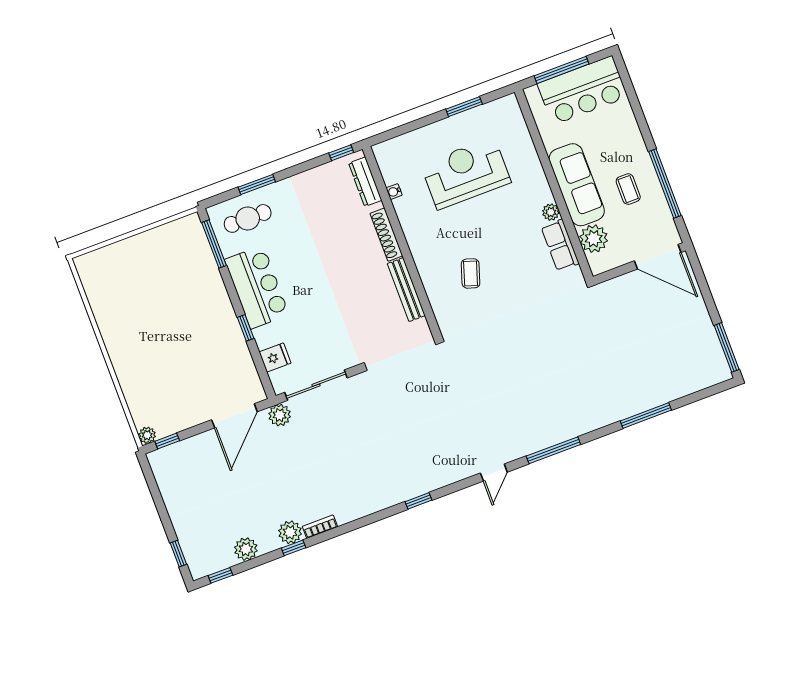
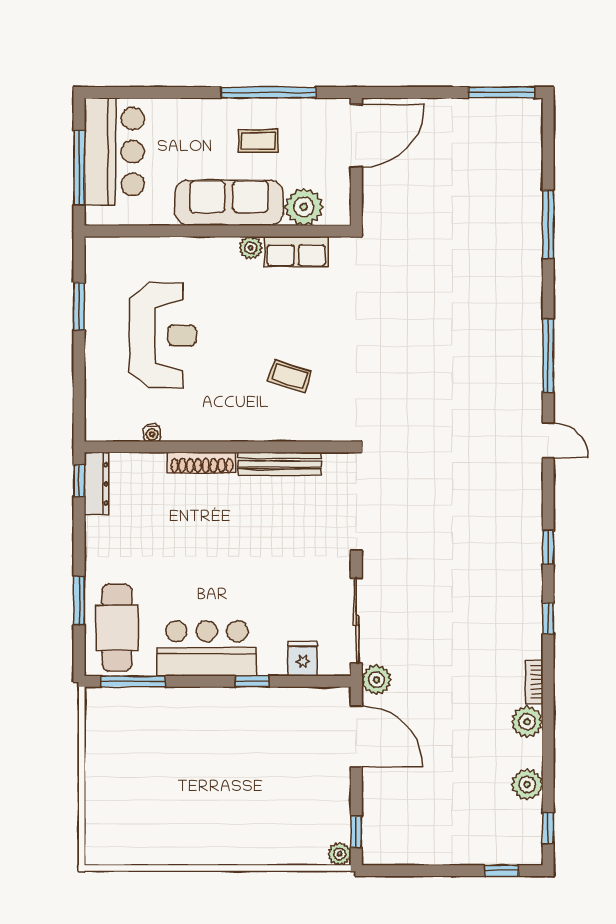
reception desk: (466, 173) -> (163, 335), turned 180
dresser: (365, 182) -> (97, 484), moved, turned -90
cafe table: (248, 218) -> (117, 628), width x1.37, depth x1.35
window: (294, 548) -> (548, 618), moved

